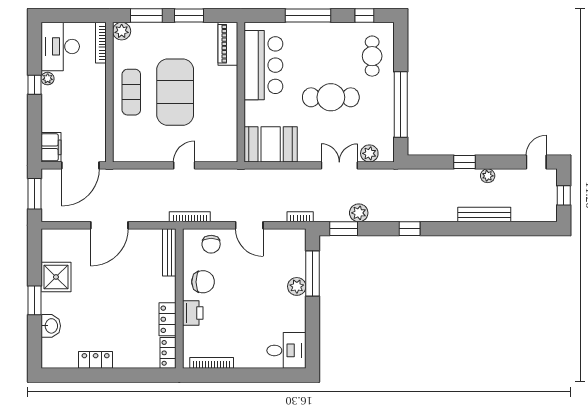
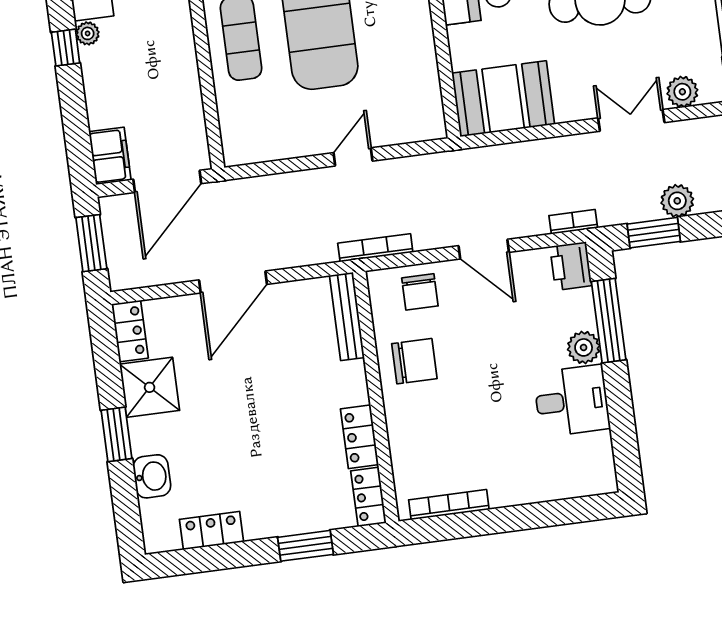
locker: (49, 245) -> (130, 331), added
printer: (193, 313) -> (571, 266), moved, turned 180
desk: (286, 350) -> (572, 401), moved
locker: (96, 360) -> (212, 531), moved
window: (130, 375) -> (306, 546), added

